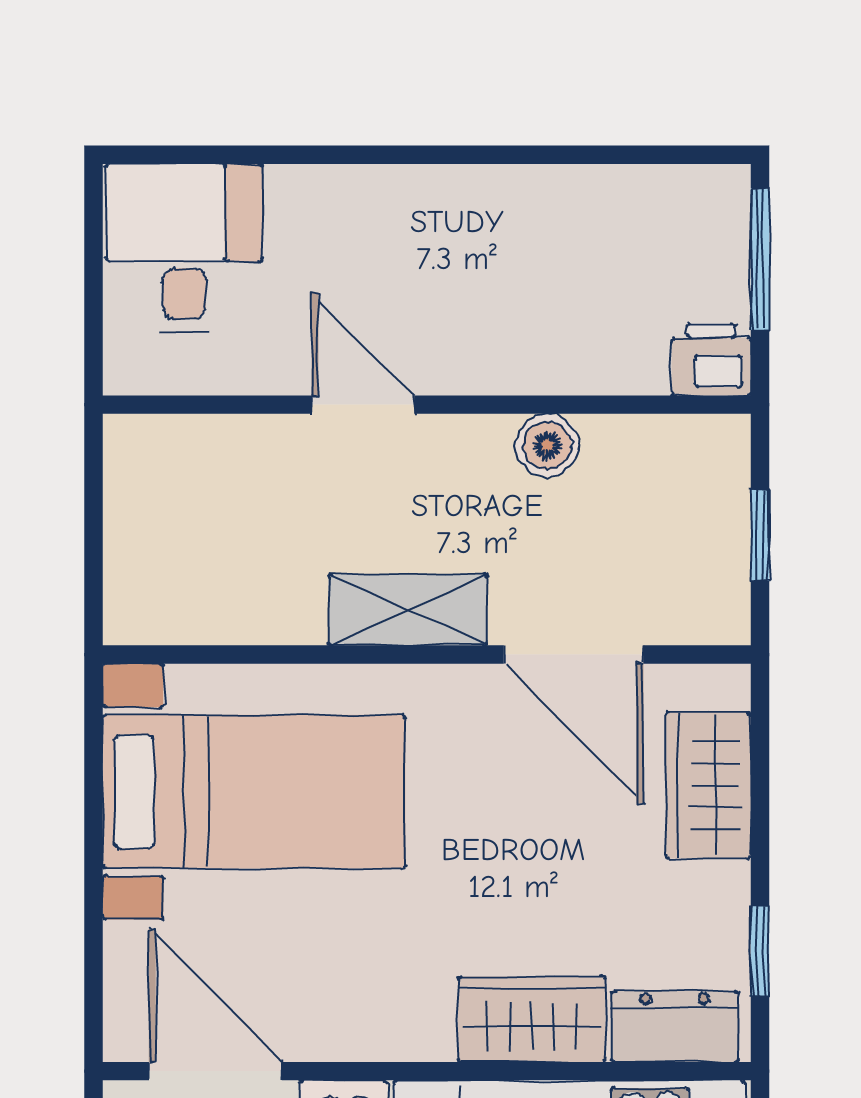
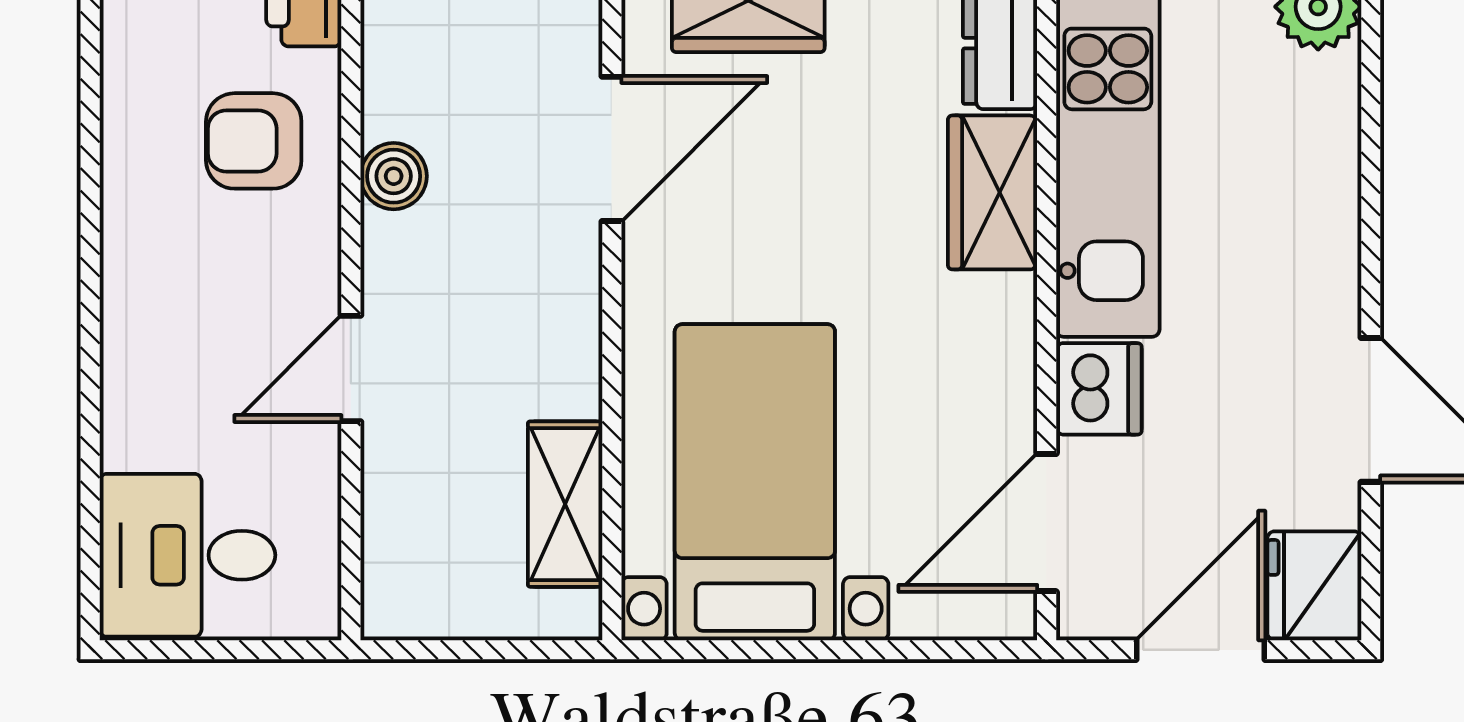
armchair: (581, 311) -> (254, 141), added
shelving: (407, 610) -> (565, 504), moved

